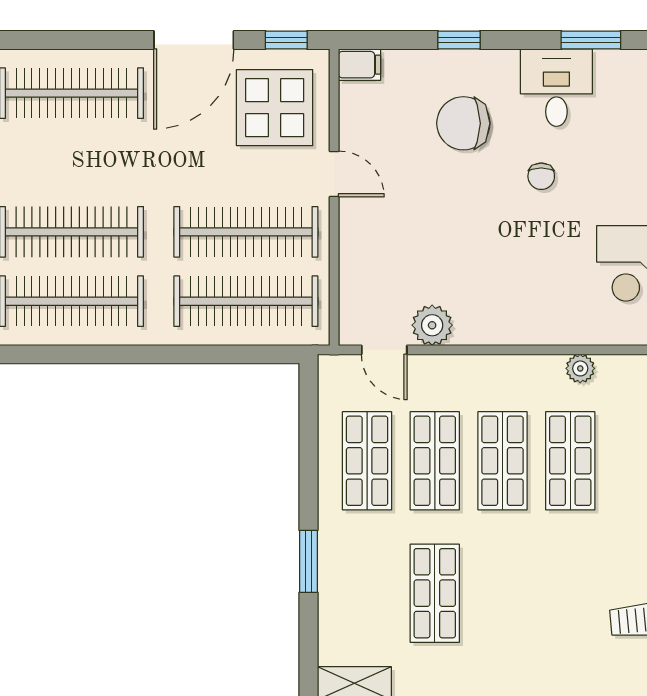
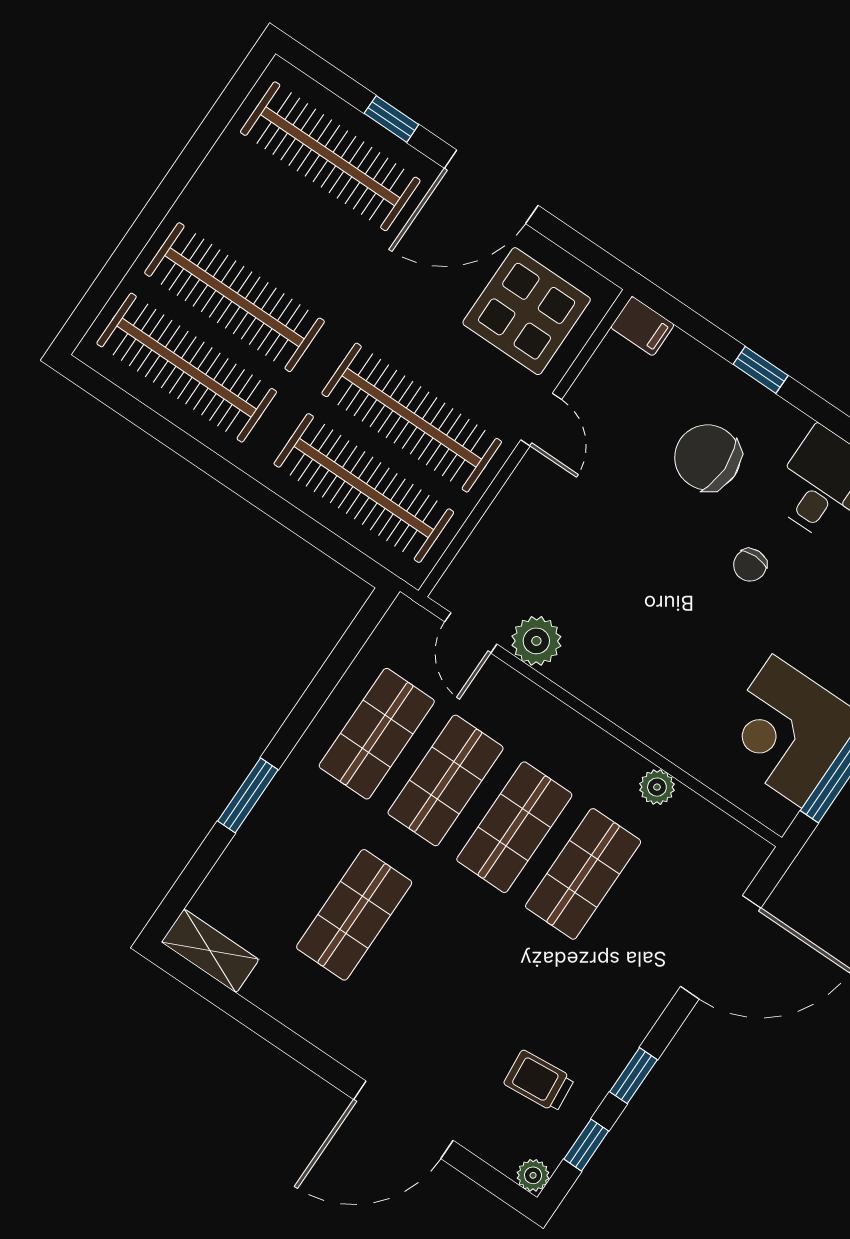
window: (286, 40) -> (391, 119), moved

